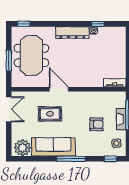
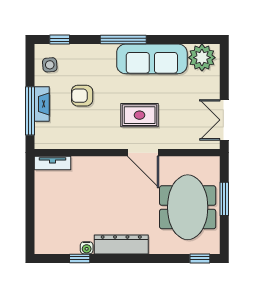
rug: (50, 114) -> (140, 115), moved

